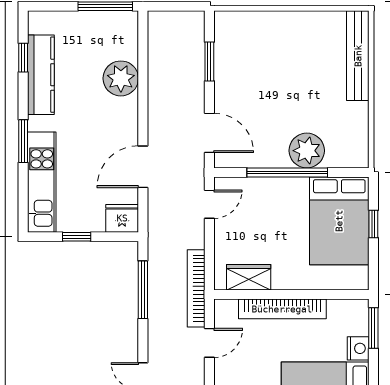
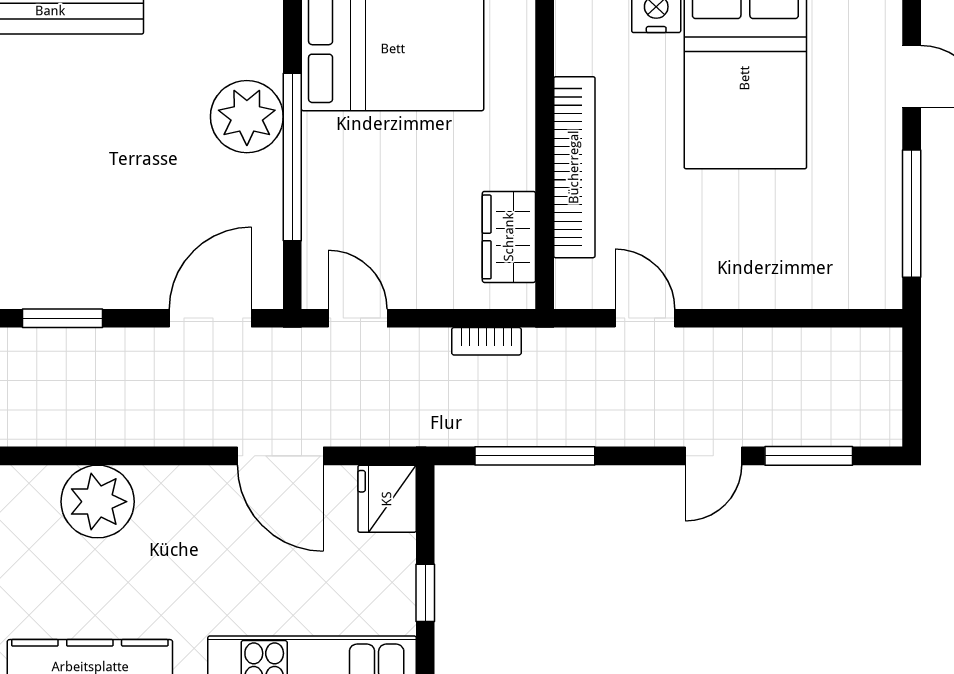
bookcase: (196, 288) -> (486, 341), width x0.43, depth x0.76

